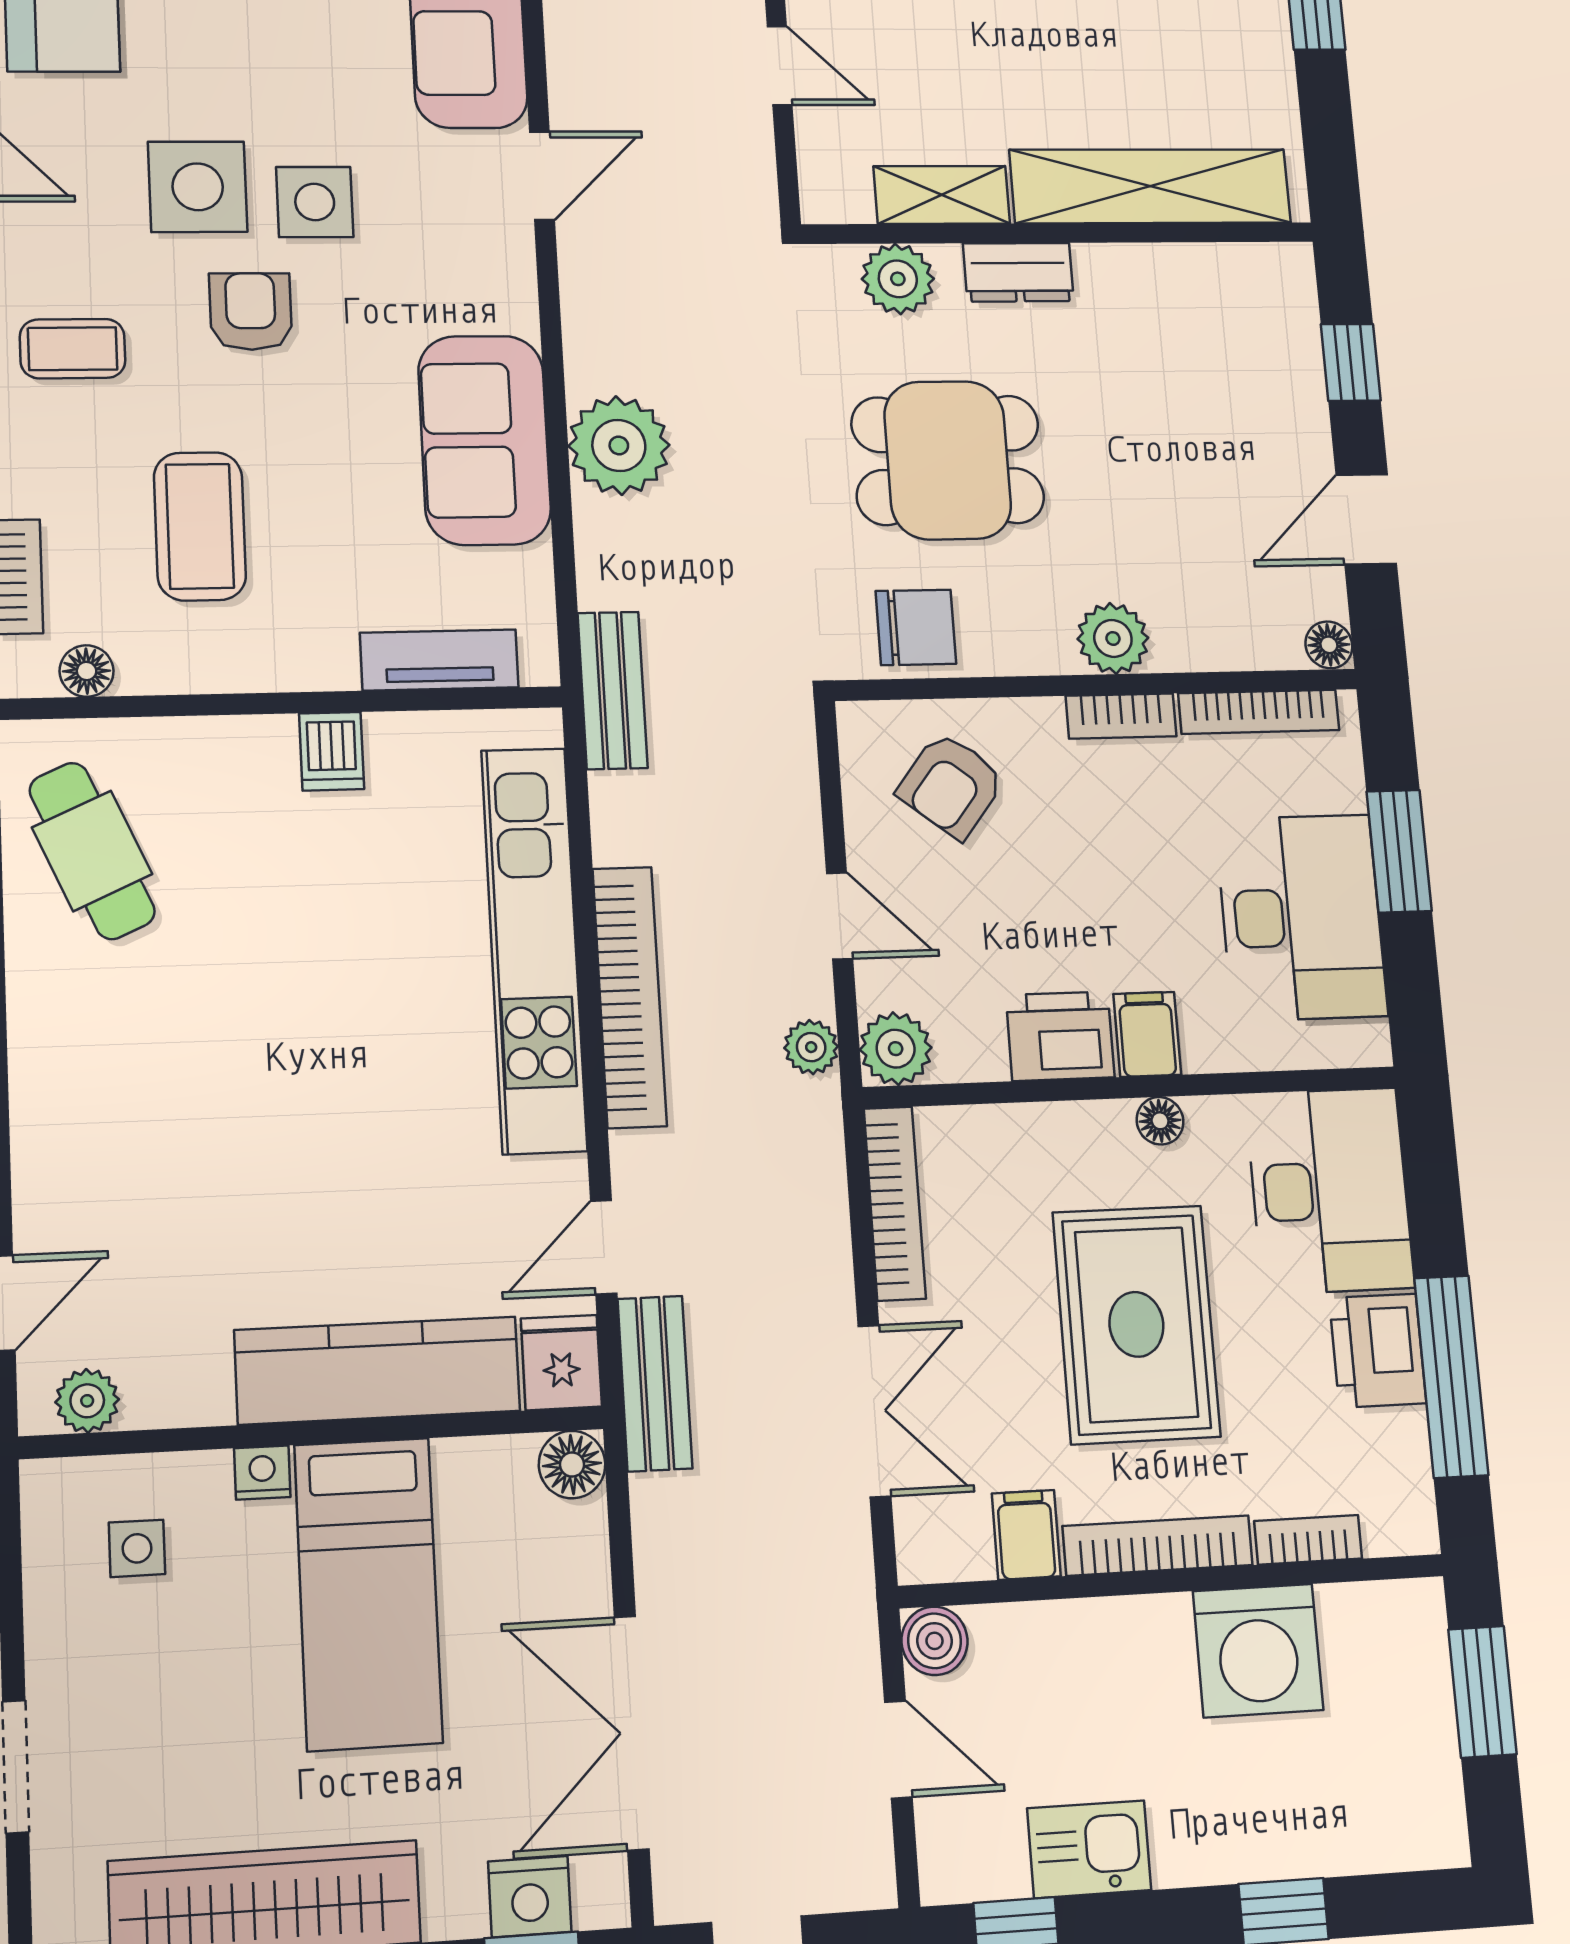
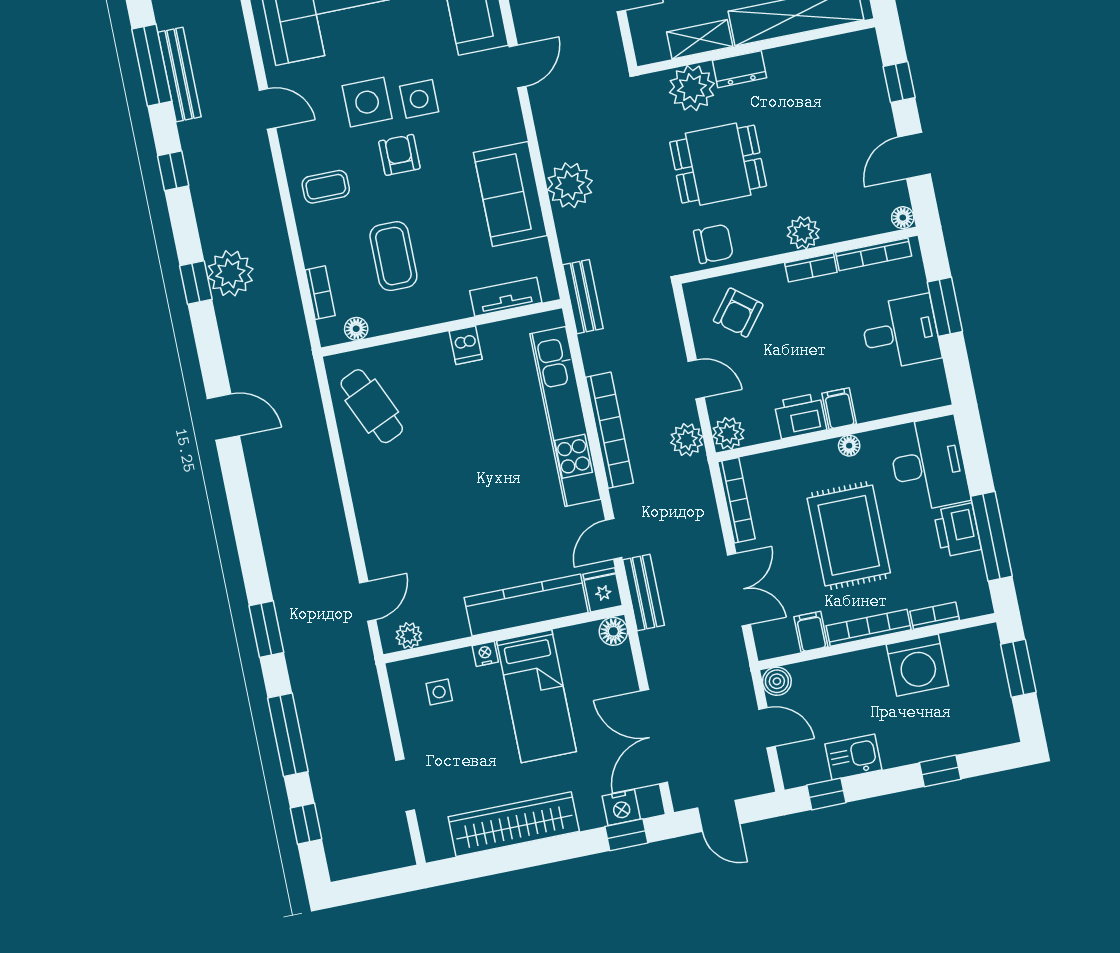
plant: (898, 279) -> (692, 88), width x1.36, depth x1.36
desk: (1301, 917) -> (901, 332), width x0.73
plant: (811, 1047) -> (687, 440), width x1.38, depth x1.38

